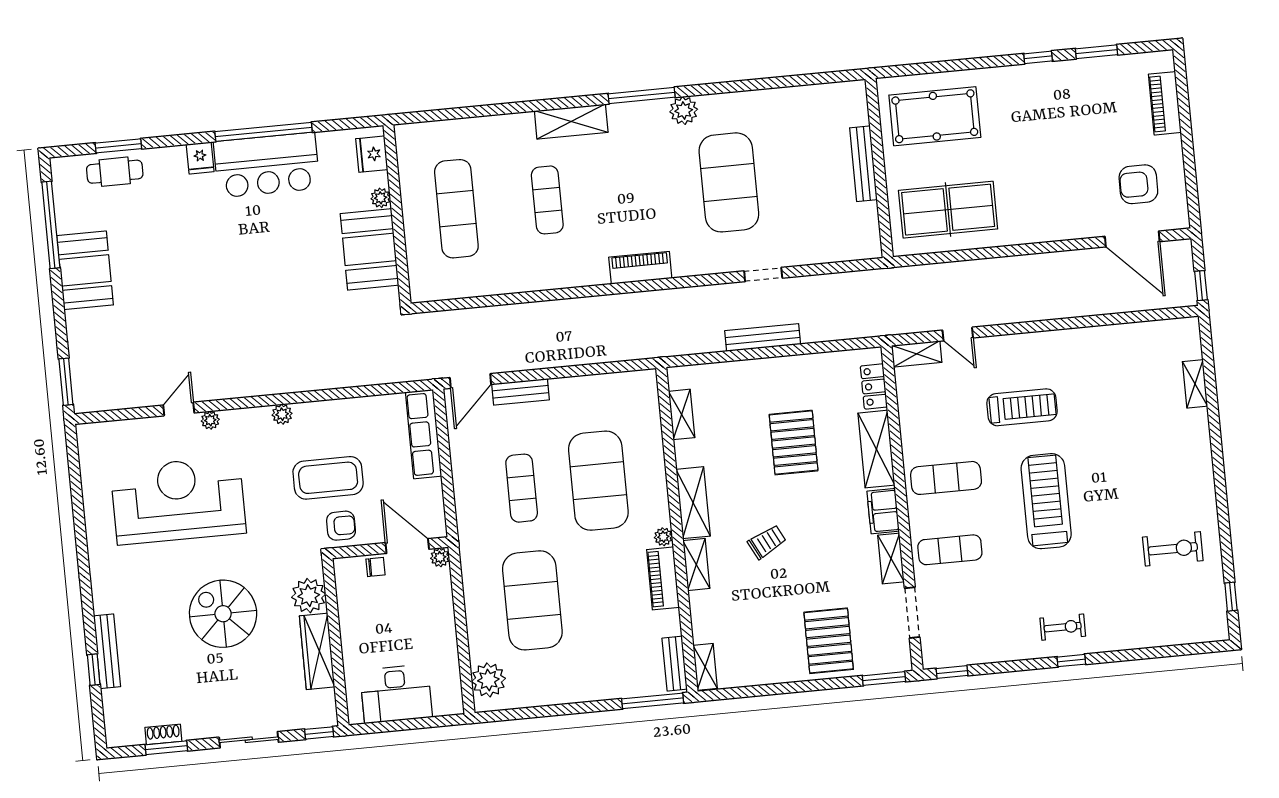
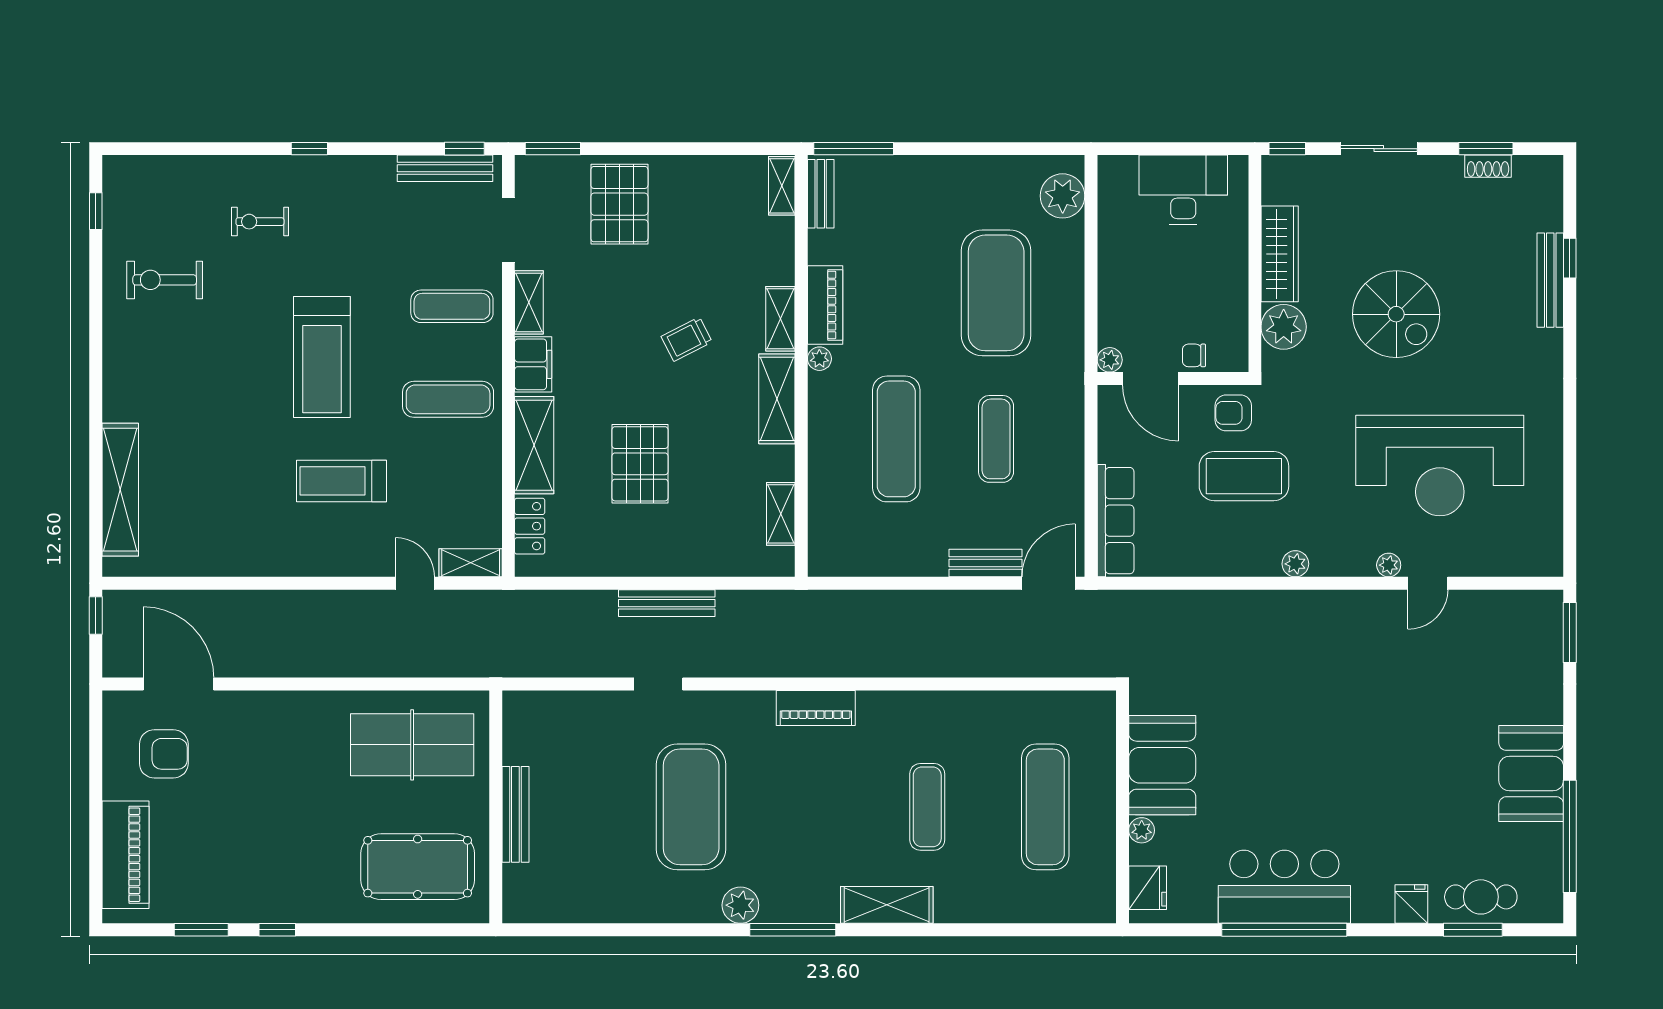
piano: (1165, 103) -> (125, 855), width x1.37, depth x1.33
fridge: (200, 158) -> (1411, 904), moved
shelving: (1195, 384) -> (120, 490), width x2.20, depth x1.33
exercise mat: (598, 481) -> (896, 439), width x0.68
exercise bike: (1063, 627) -> (260, 222), moved
bench: (966, 655) -> (445, 168), added

